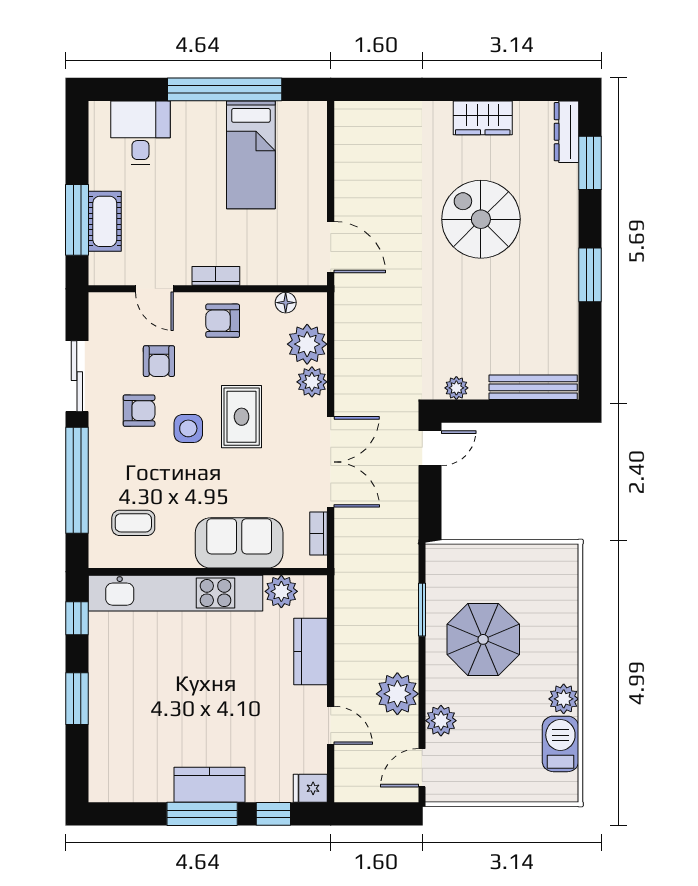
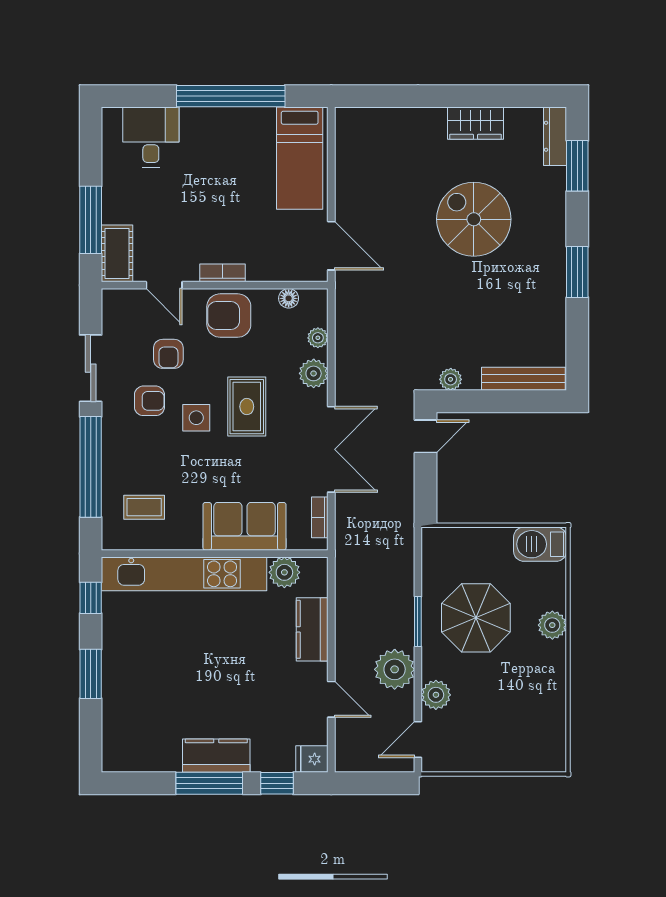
bed: (251, 155) -> (300, 158), moved
cot: (105, 221) -> (117, 253), moved
armchair: (223, 321) -> (229, 316), width x1.38, depth x1.38
plant: (307, 344) -> (318, 338), width x0.53, depth x0.53
window: (422, 610) -> (418, 622), moved
plant: (564, 699) -> (552, 625), moved
barbecue: (560, 744) -> (540, 544), moved, turned -90

